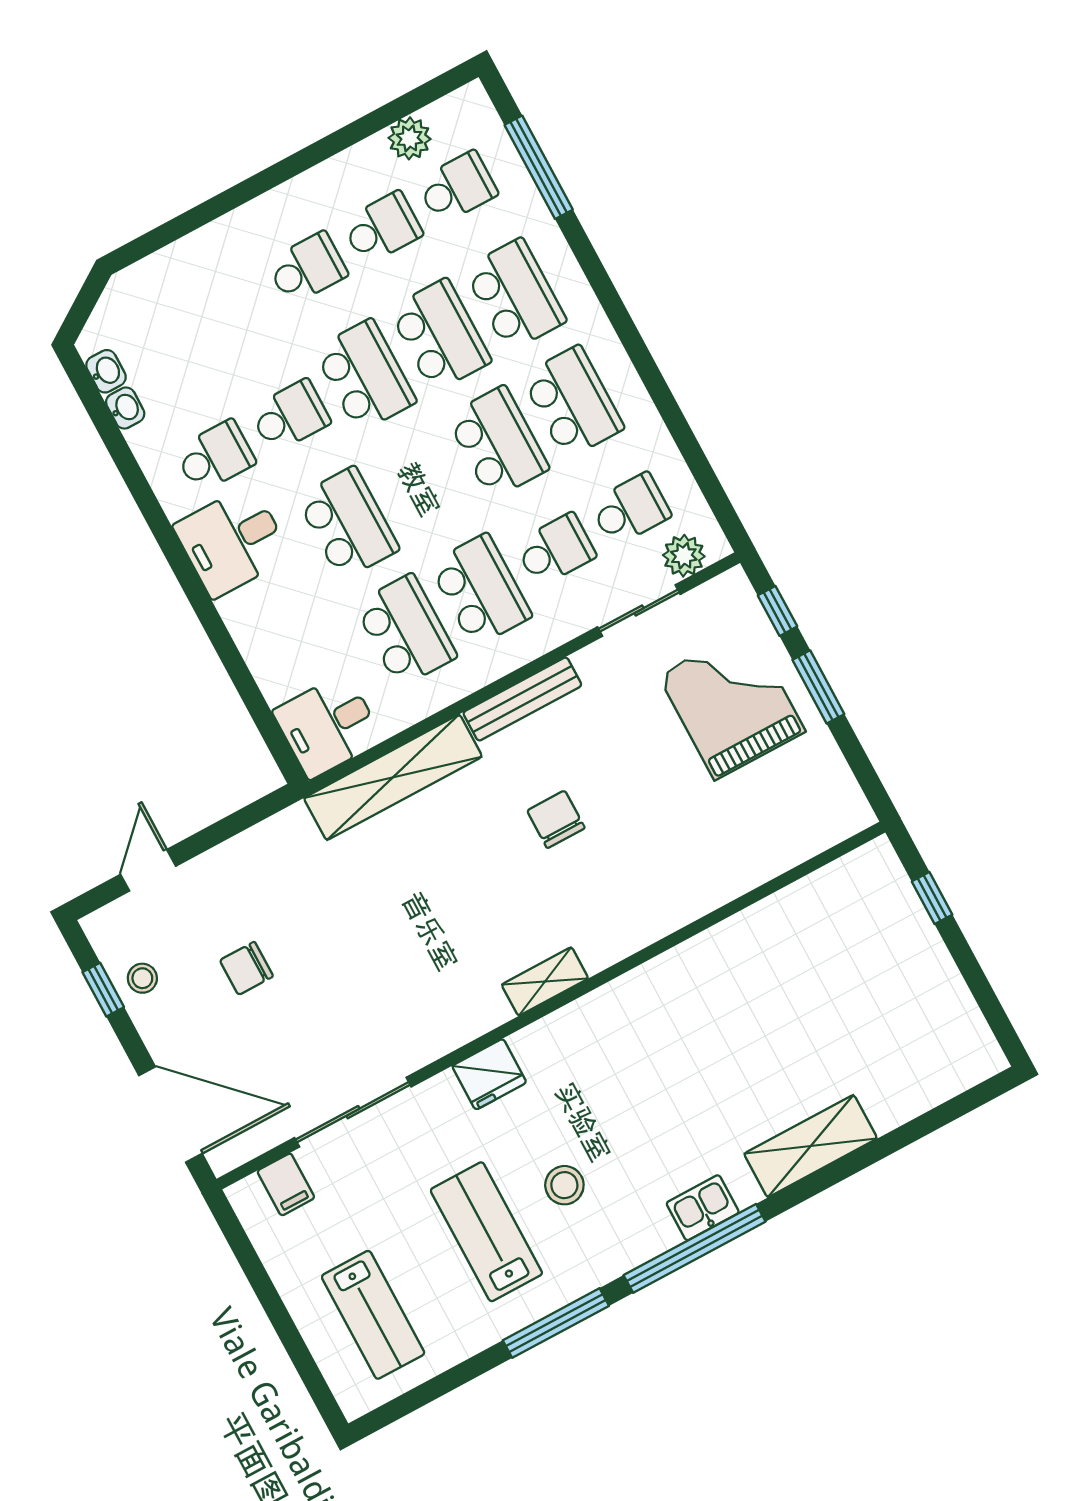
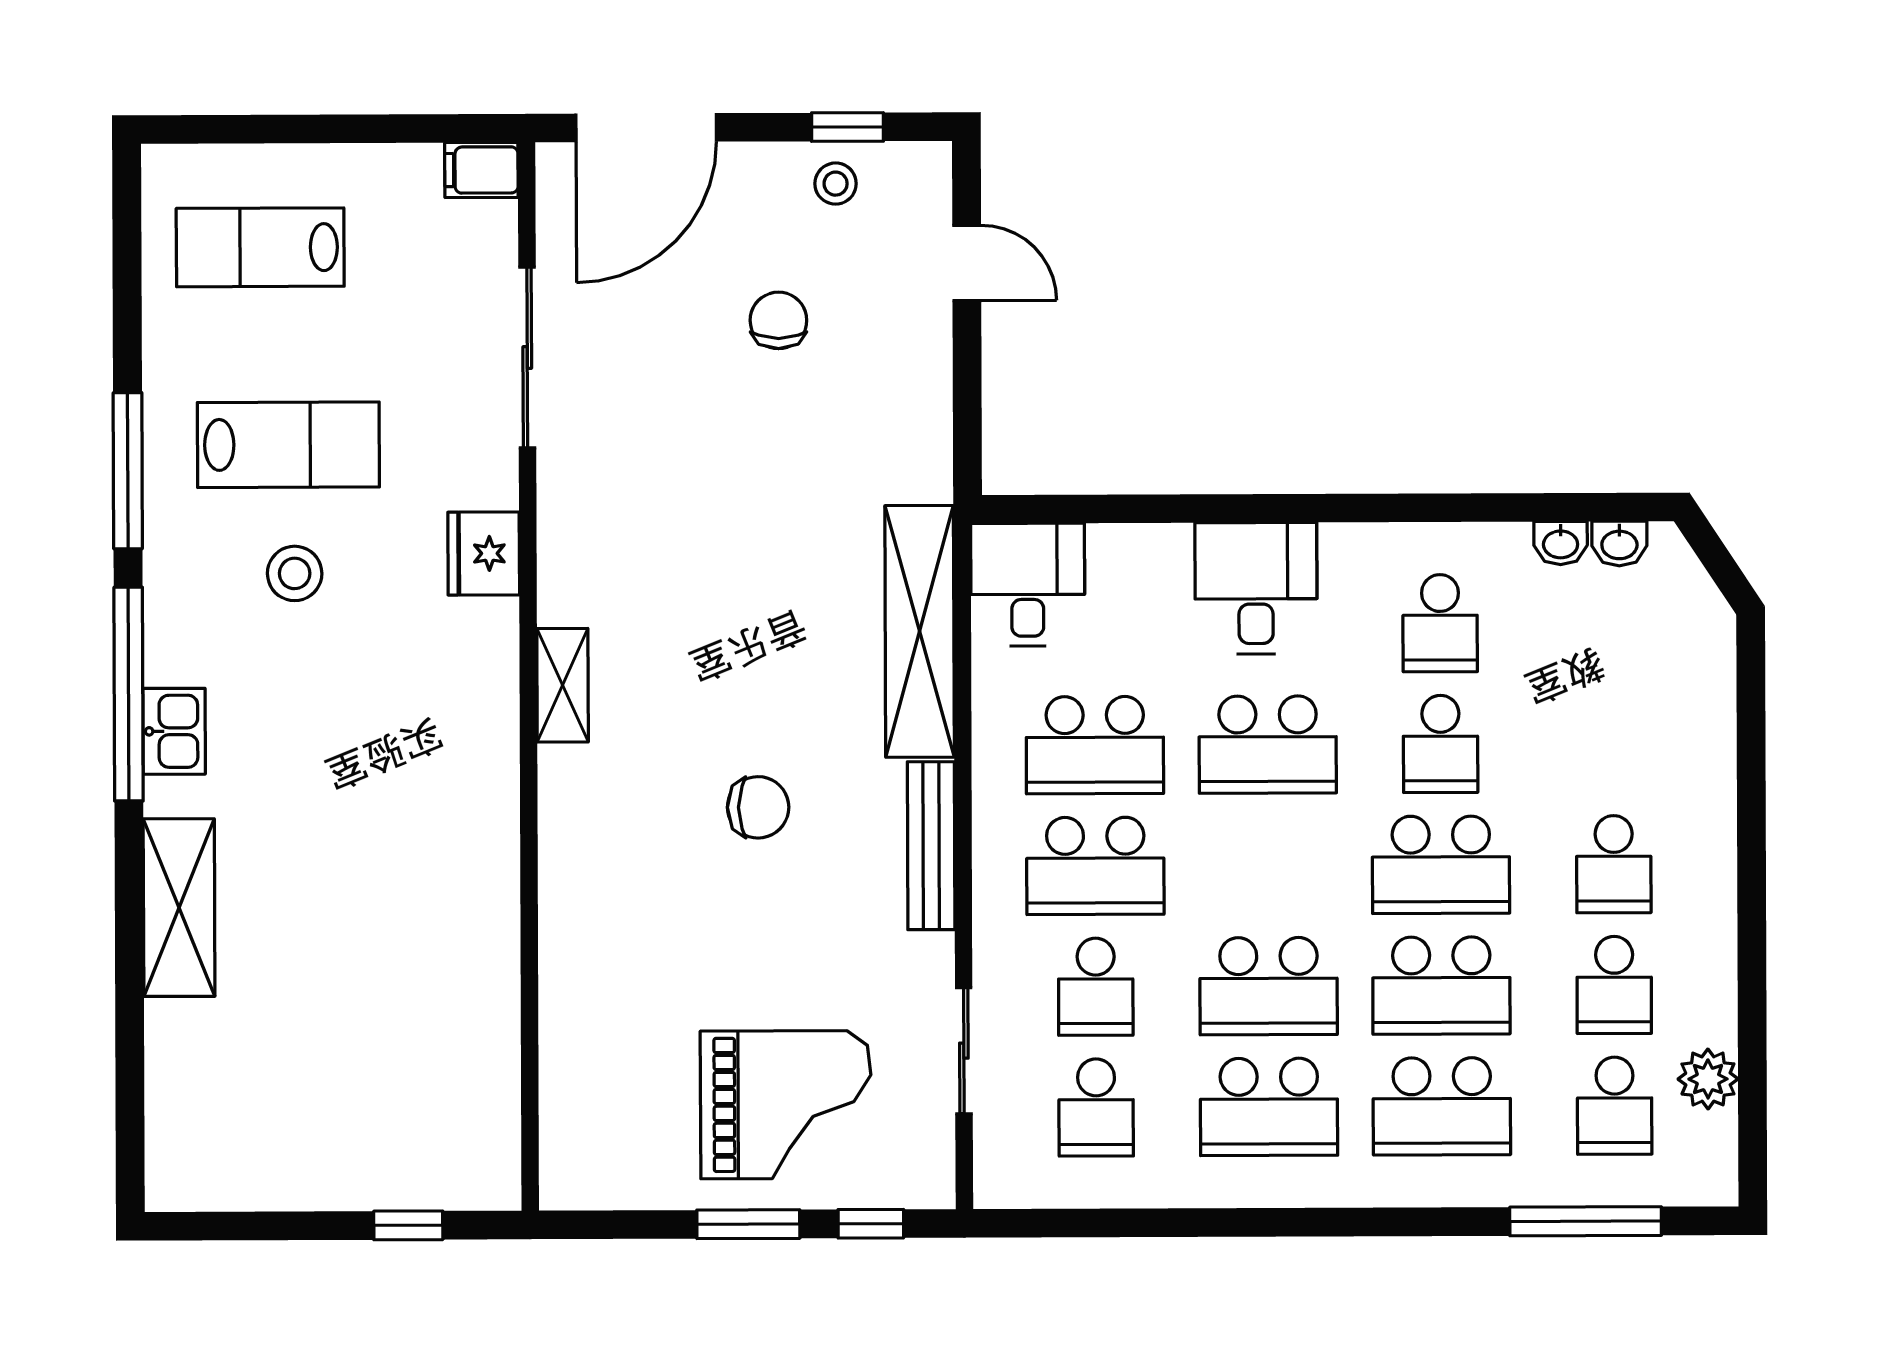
desk: (232, 541) -> (1256, 588), moved
plant: (684, 556) -> (1002, 1143), removed
filing cabinet: (286, 1184) -> (481, 170), moved

